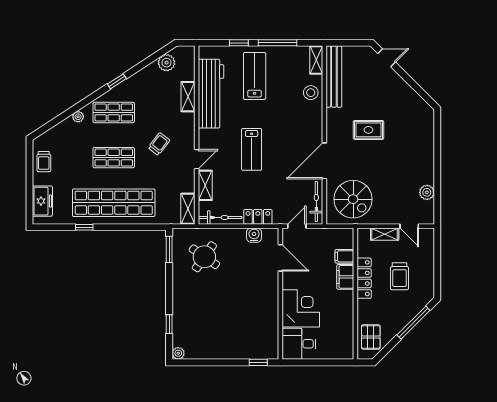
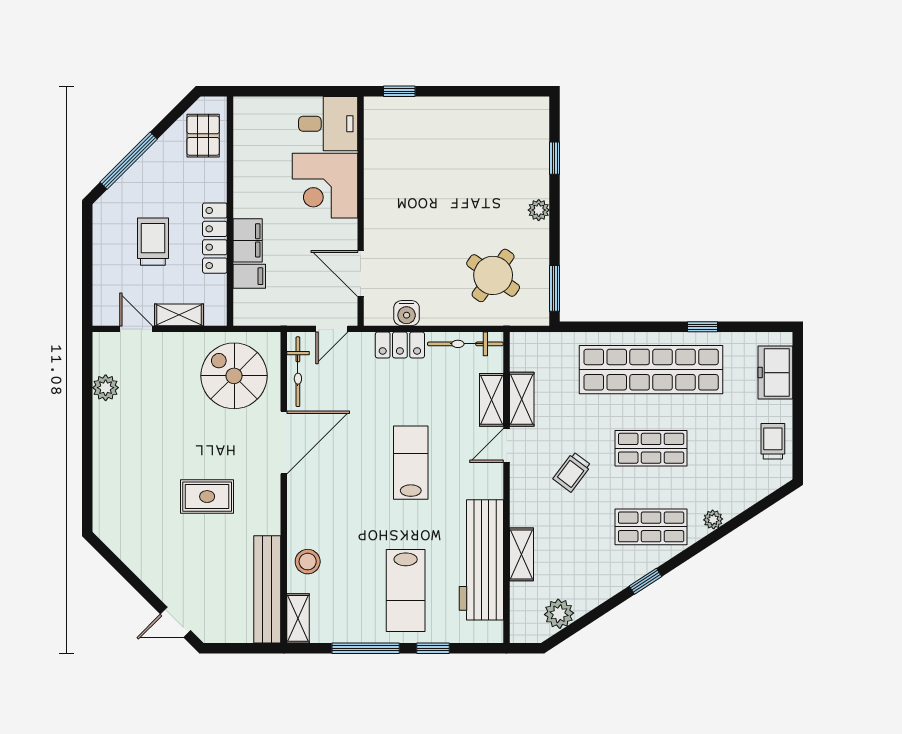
shelving: (188, 209) -> (522, 399), moved
plant: (178, 353) -> (539, 210), moved

